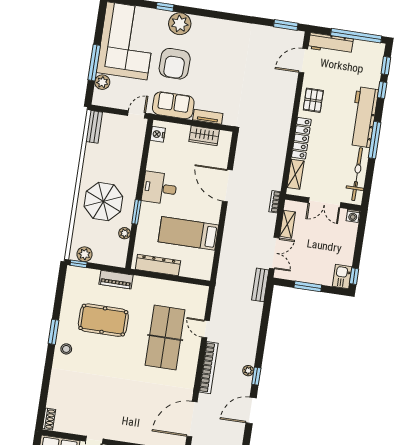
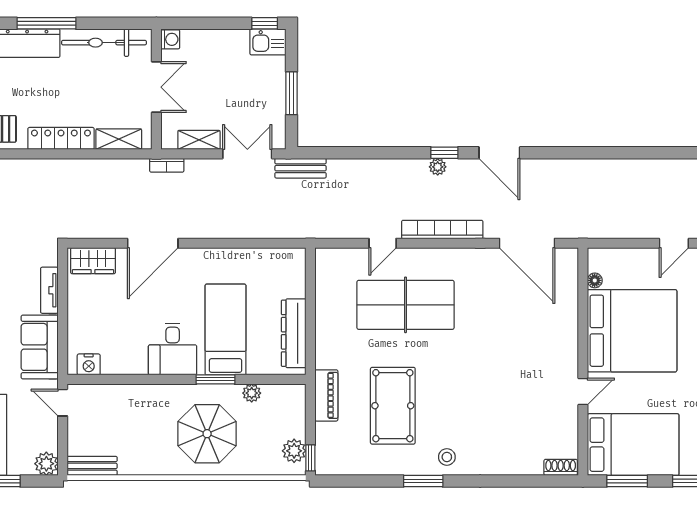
plant: (102, 82) -> (46, 464), moved
wardrobe: (204, 136) -> (93, 261), moved, turned 90
bed: (188, 233) -> (226, 330), moved, turned 180

